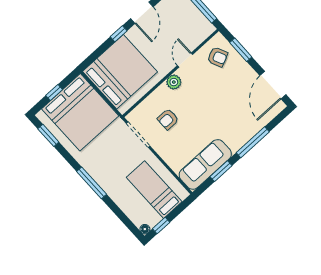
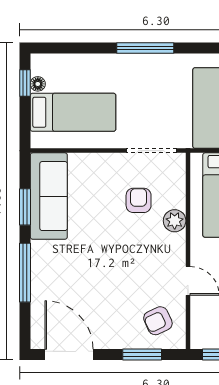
plant: (174, 82) -> (175, 221), moved
floor lamp: (145, 229) -> (38, 84), moved

